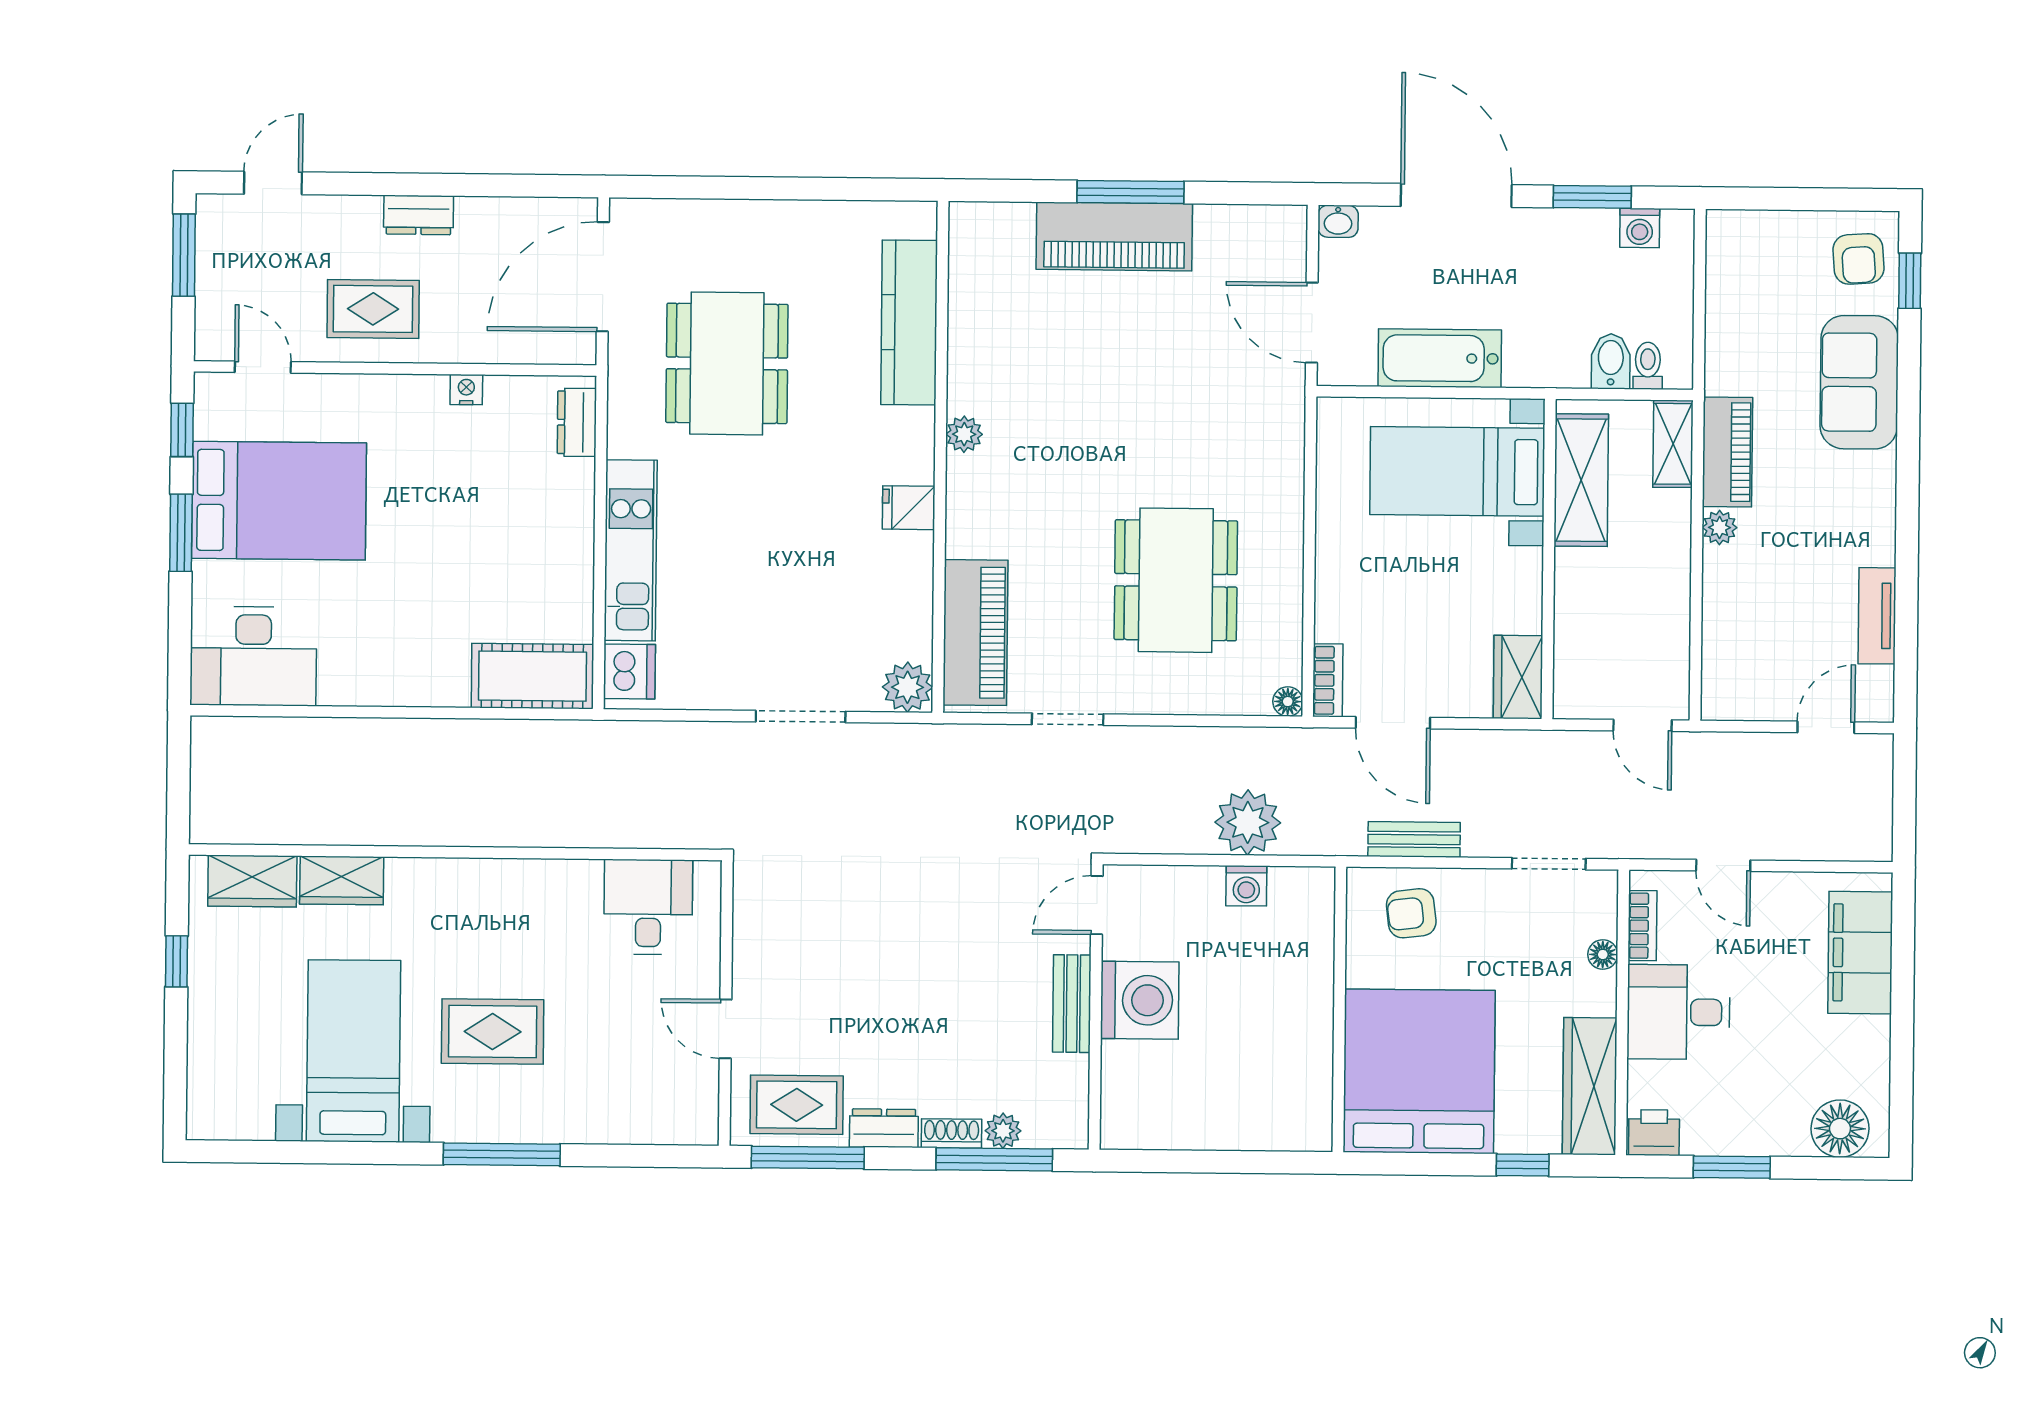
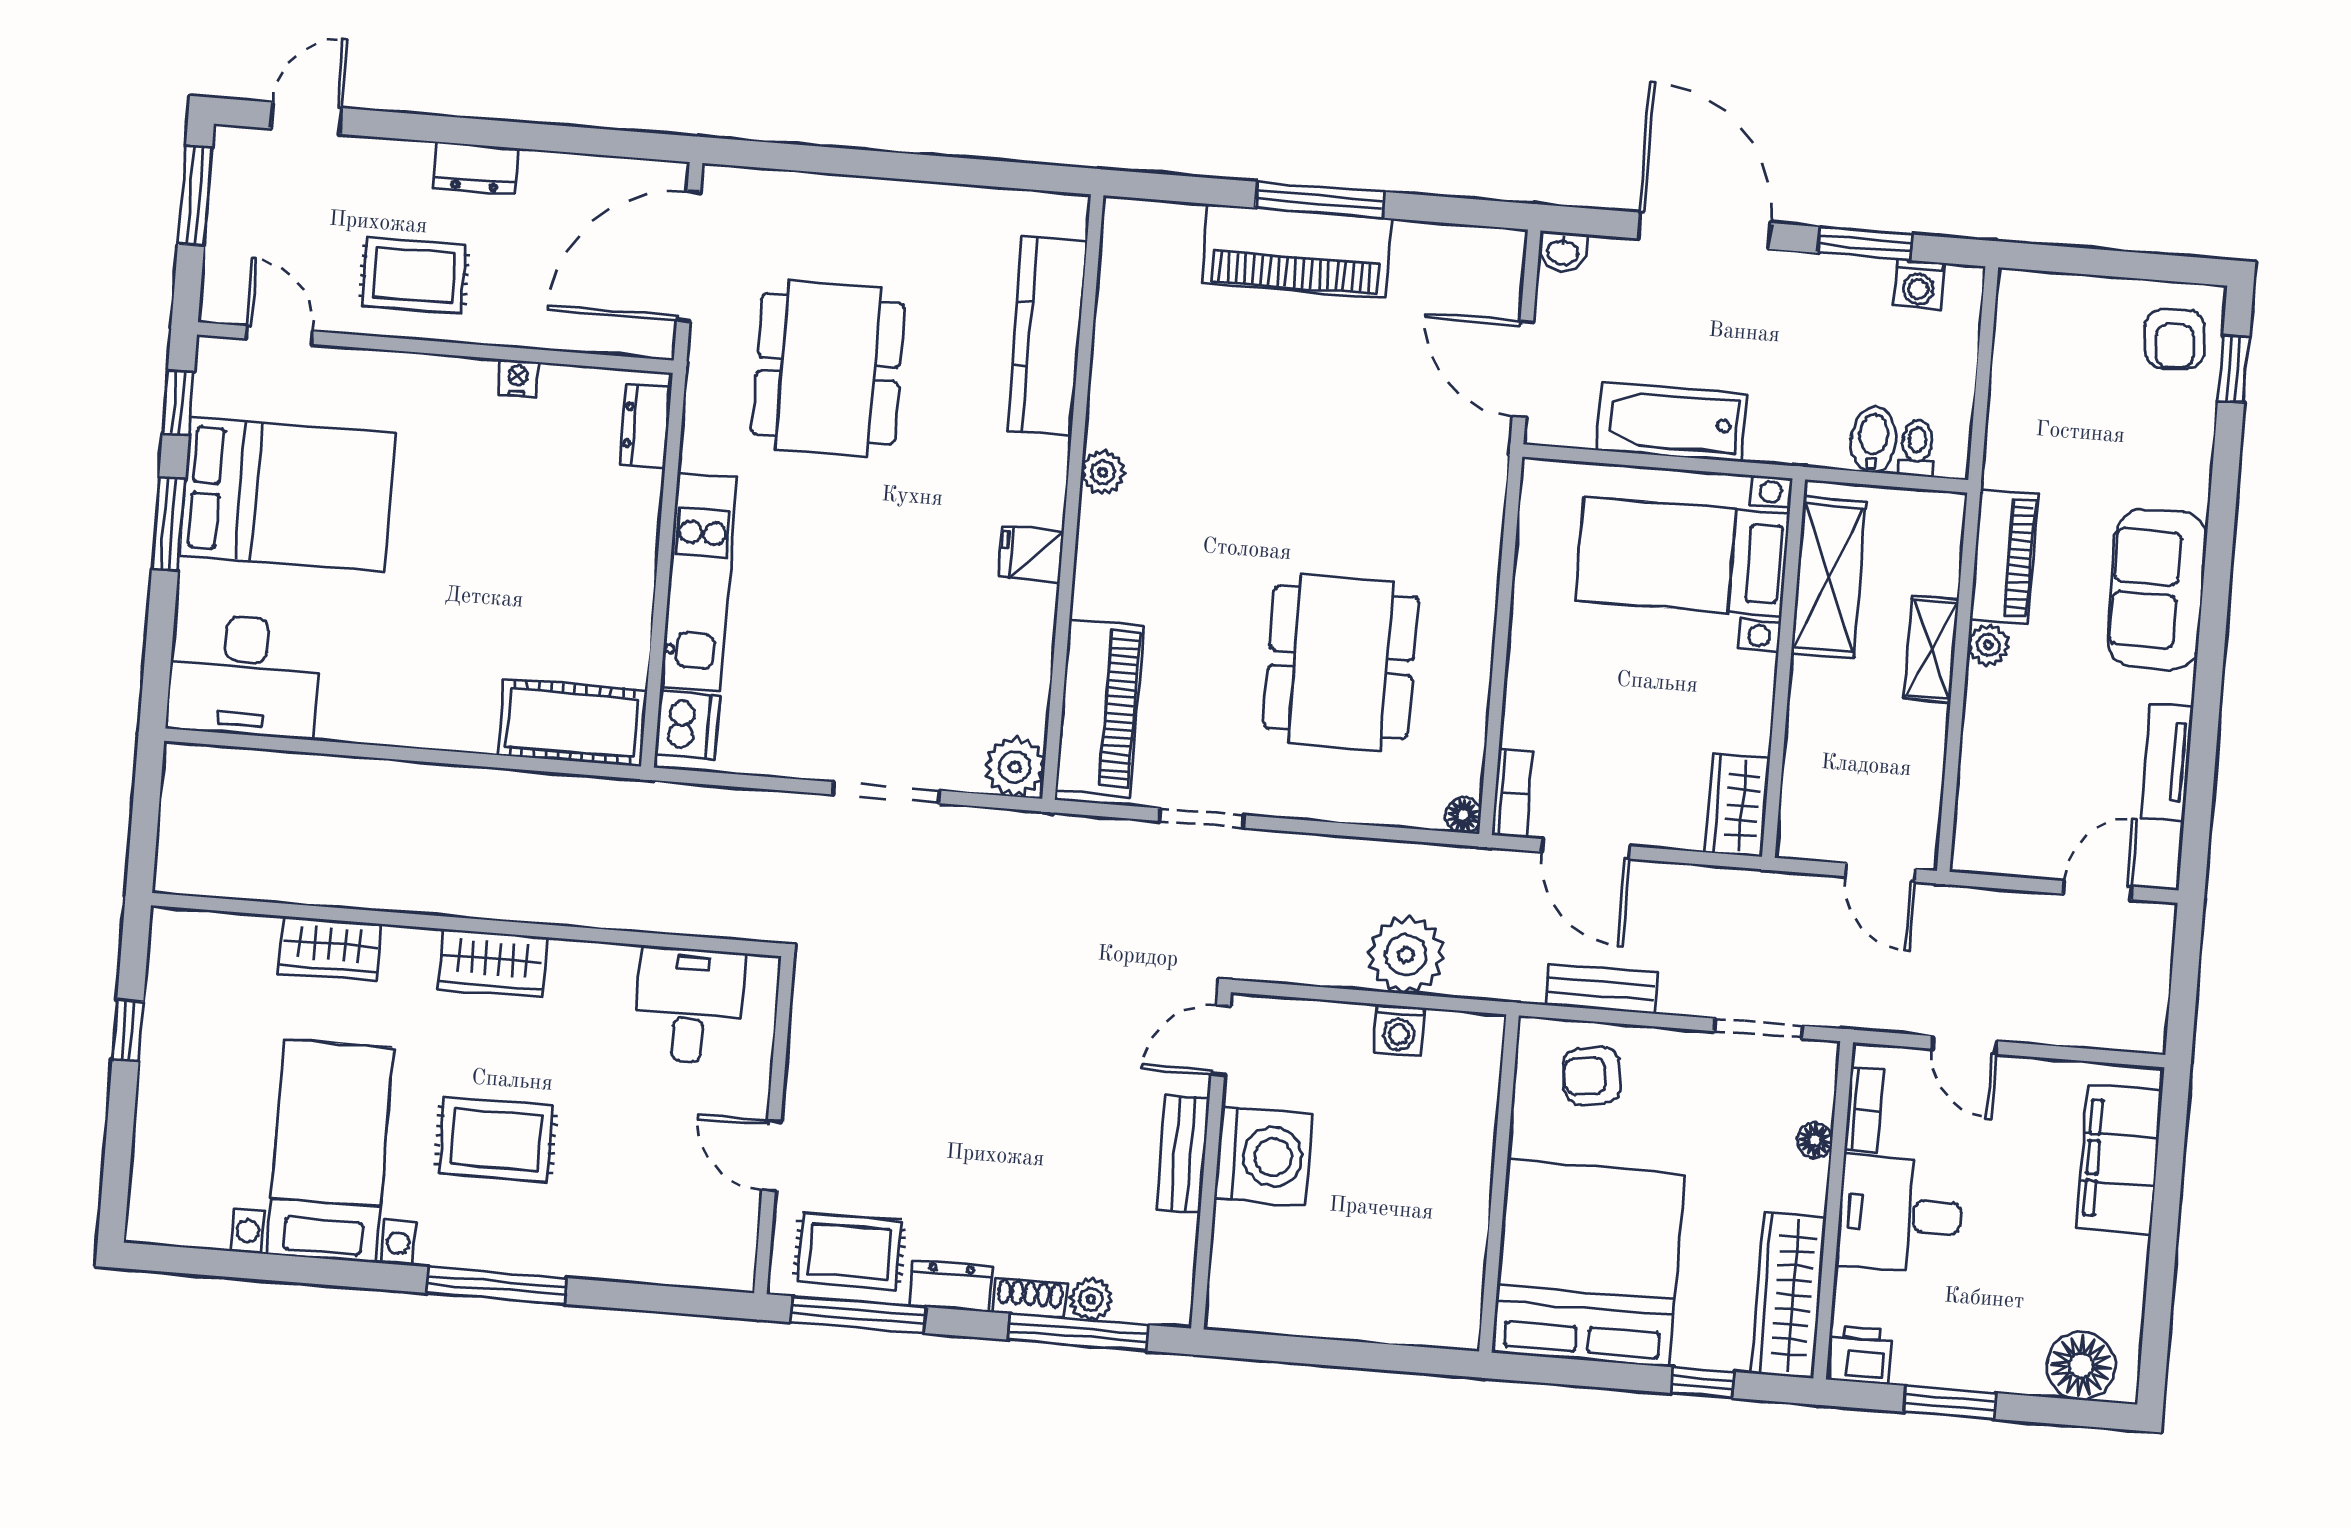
sofa: (1859, 382) -> (2157, 589), moved
shelving: (1673, 444) -> (1931, 649), moved
wardrobe: (252, 881) -> (492, 963), moved

